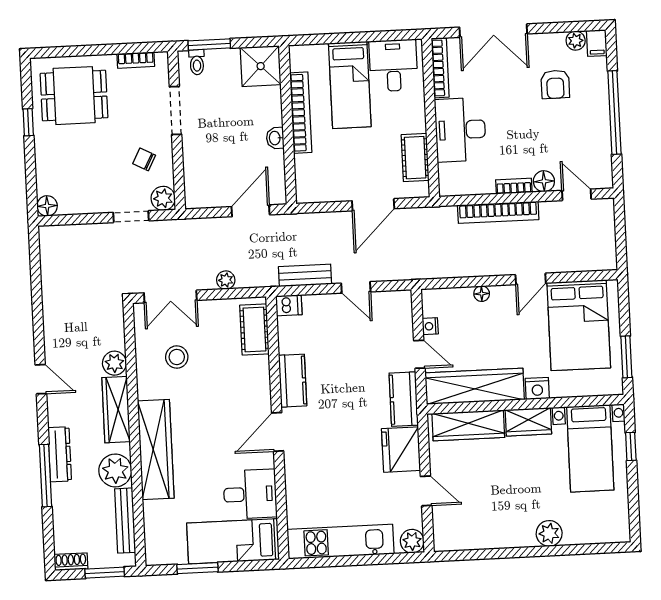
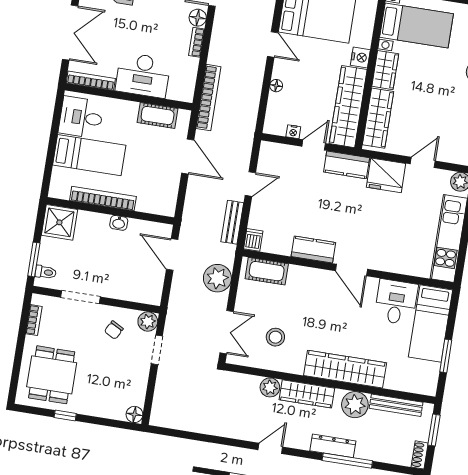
bookcase: (498, 212) -> (208, 98), moved
plant: (226, 280) -> (217, 278), width x1.88, depth x1.88

